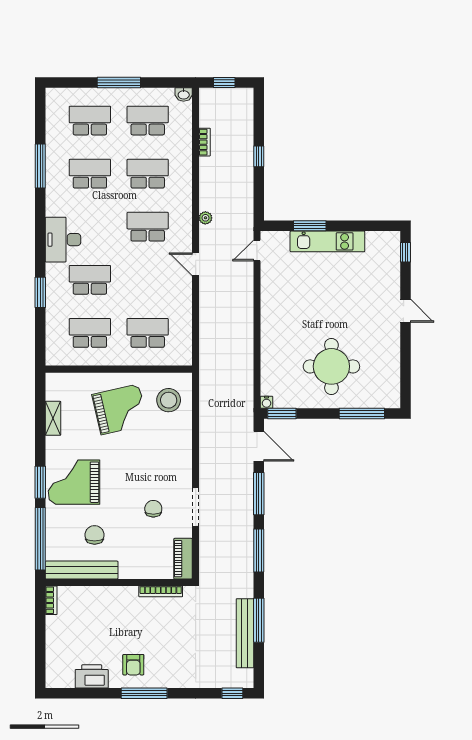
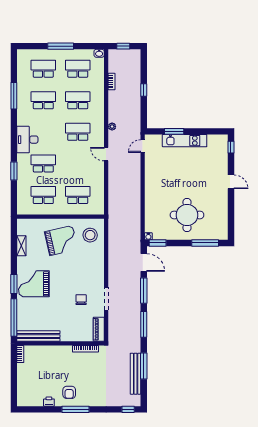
chair: (95, 535) -> (46, 315), removed
printer: (92, 676) -> (49, 402), width x0.53, depth x0.68

